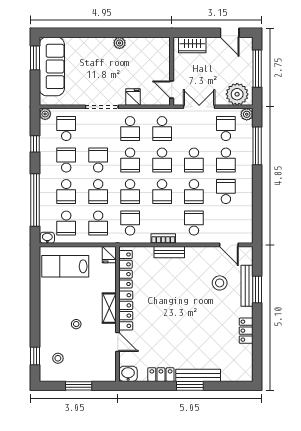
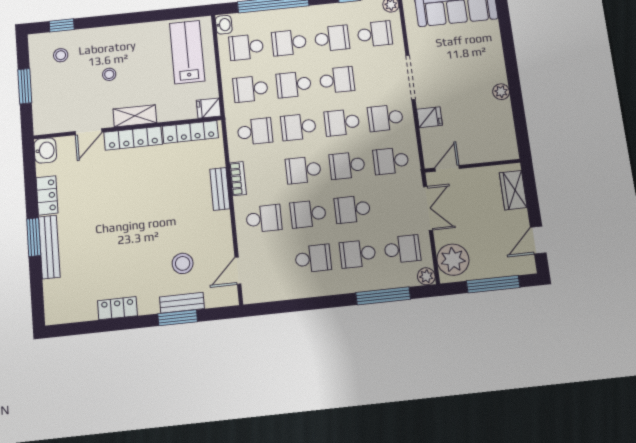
bench: (247, 286) -> (182, 303), width x0.73

